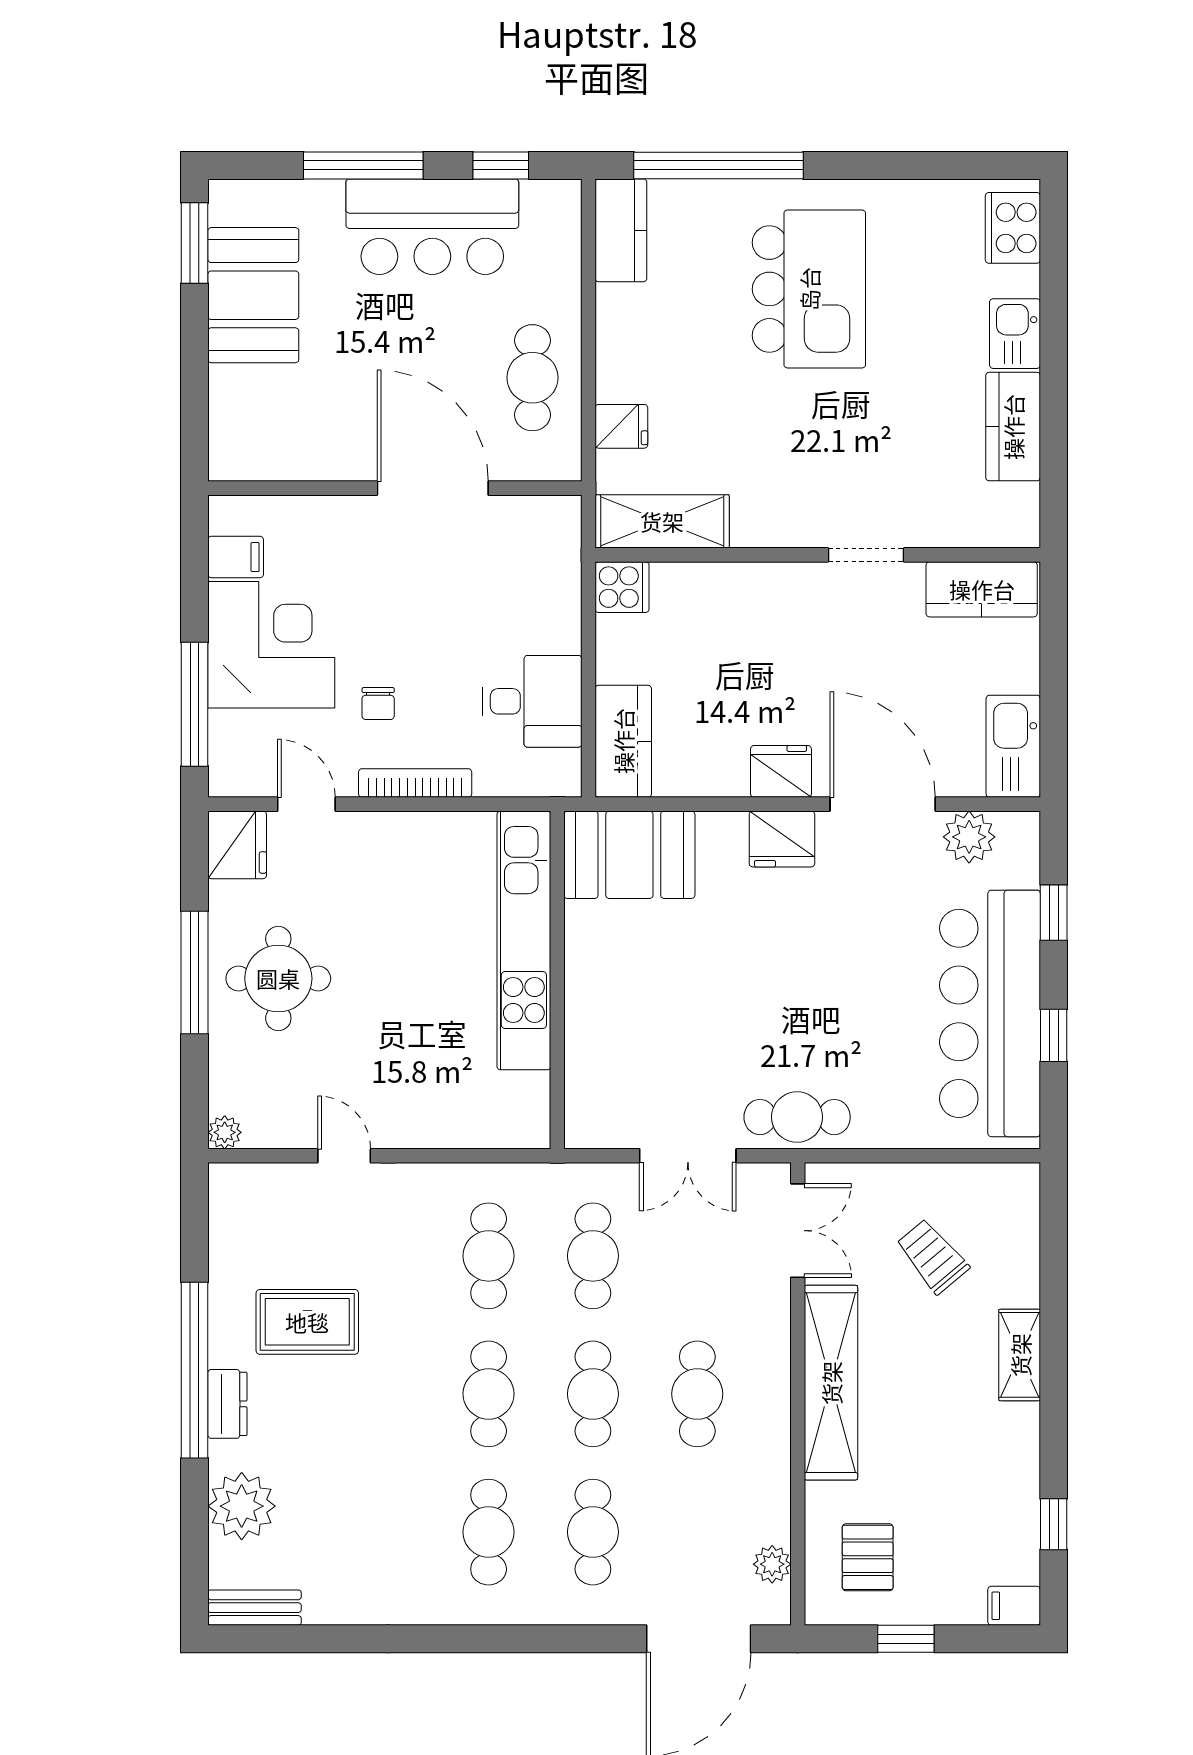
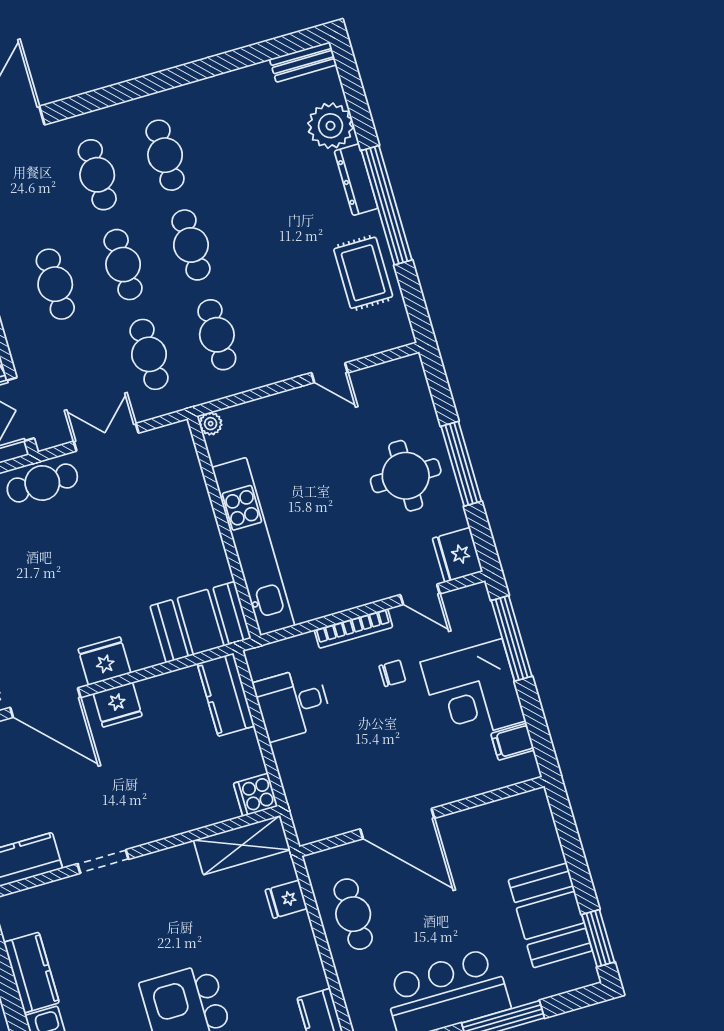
chair: (378, 704) -> (392, 673), turned 90
plant: (225, 1132) -> (211, 424), moved
rug: (307, 1322) -> (363, 273), moved, turned 90
dresser: (227, 1404) -> (356, 180), width x1.44

